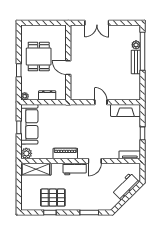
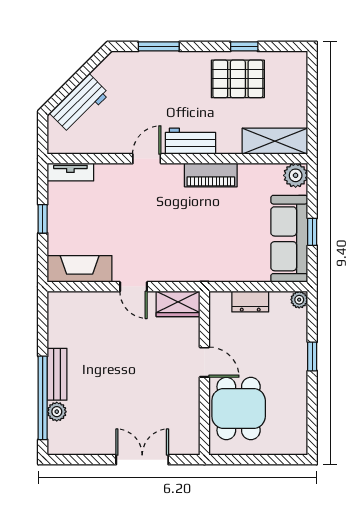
dining table: (39, 57) -> (239, 408), moved
wardrobe: (80, 94) -> (178, 304), added

